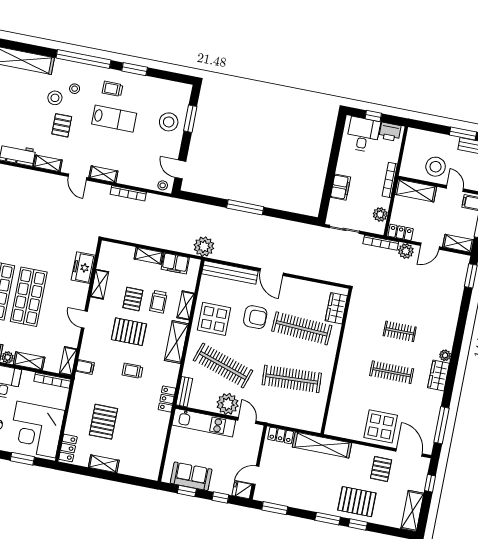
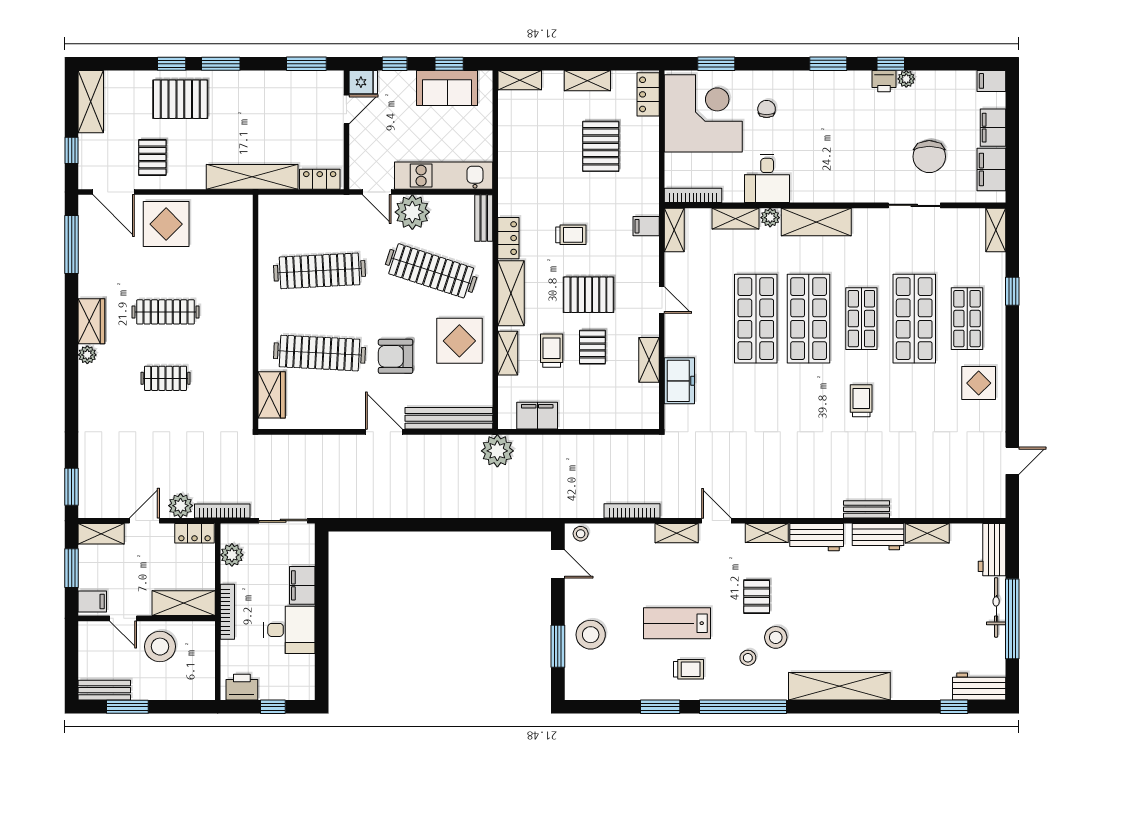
desk: (363, 135) -> (289, 630), moved, turned -90
window: (245, 207) -> (445, 525), removed
shelving: (149, 256) -> (520, 80), moved
locker: (167, 399) -> (508, 238), moved

